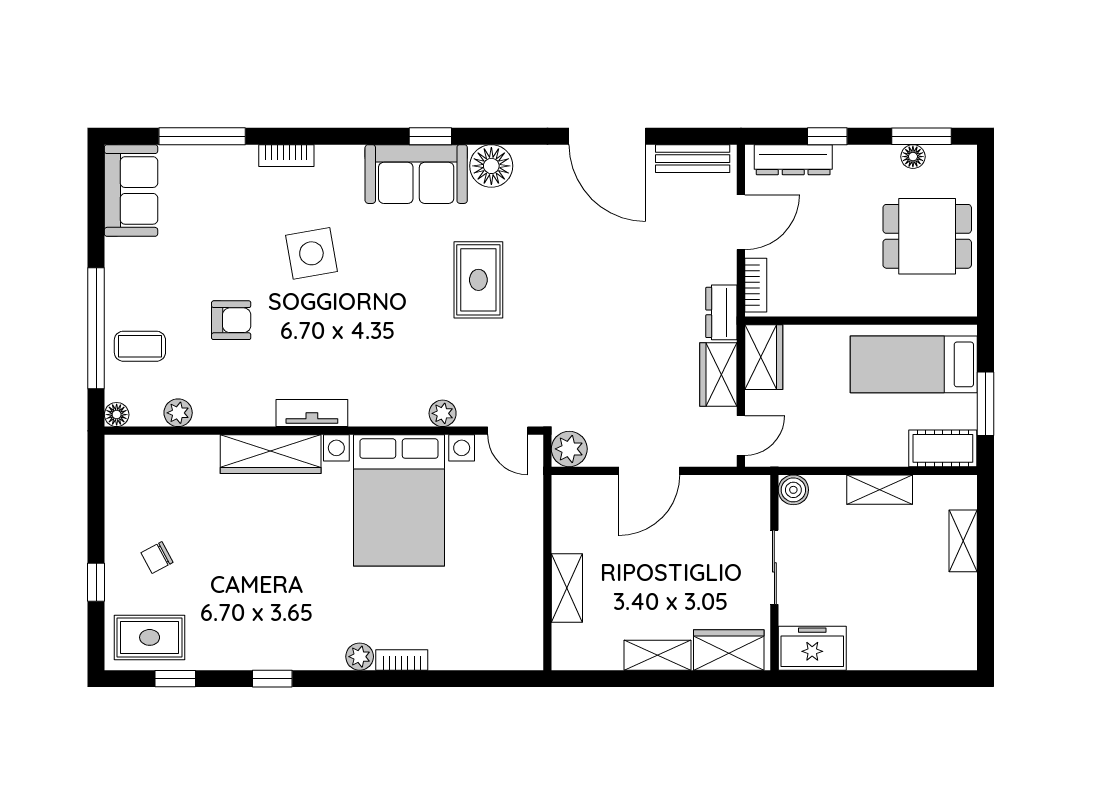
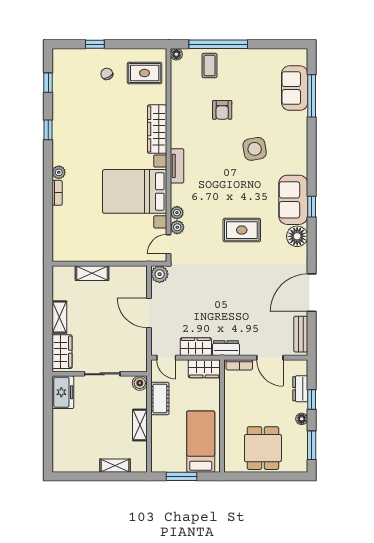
bookcase: (286, 156) -> (302, 137), removed
floor lamp: (913, 157) -> (302, 419), moved
dresser: (793, 160) -> (300, 389), width x0.70
sofa: (131, 190) -> (295, 88), moved, turned 90
plant: (178, 413) -> (177, 227), moved
tv unit: (312, 413) -> (177, 166), moved
cot: (943, 448) -> (160, 399), moved
rug: (150, 637) -> (145, 73), moved, turned 90

